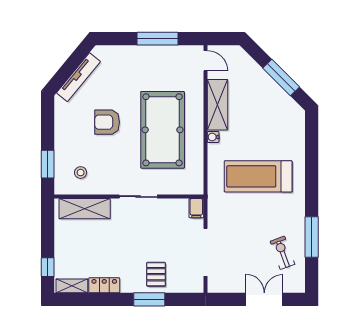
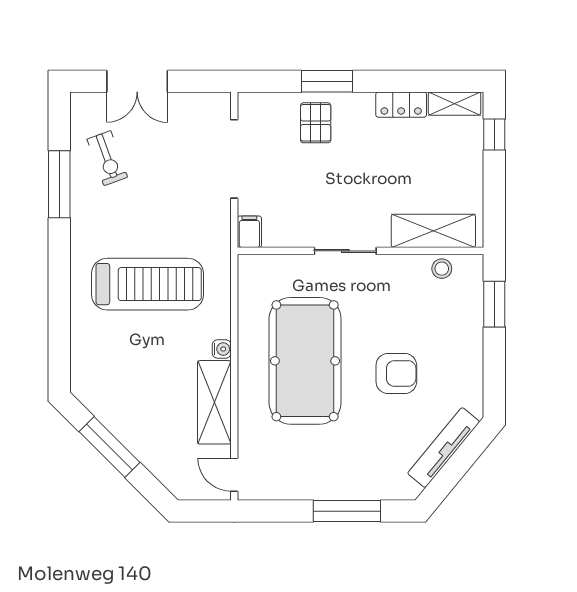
window: (158, 39) -> (347, 511), moved
stool: (81, 173) -> (442, 269), moved

